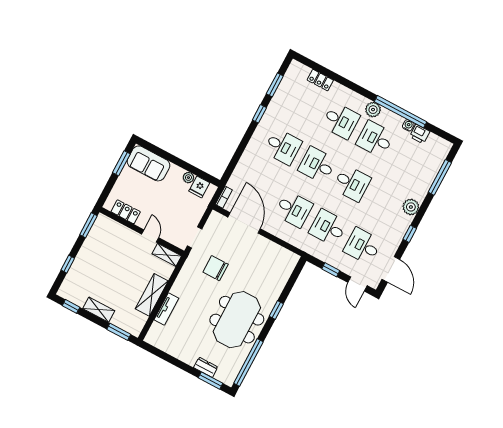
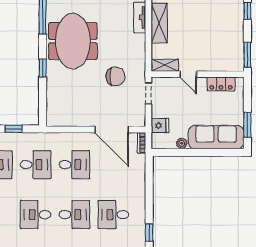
sofa: (148, 163) -> (216, 137), width x1.36
fridge: (199, 187) -> (160, 126), moved, turned 90
desk: (294, 209) -> (74, 165), turned 180

